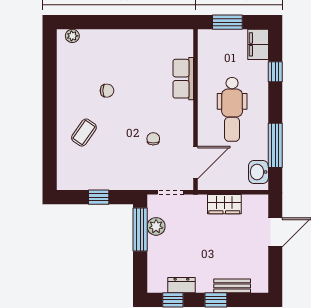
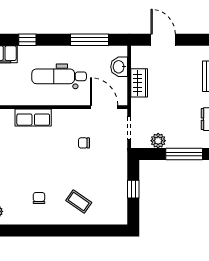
chair: (107, 91) -> (39, 198), moved
dental chair: (232, 109) -> (59, 76), turned 180
washbasin: (258, 172) -> (119, 67), moved, turned 90
window: (140, 230) -> (184, 154), moved

